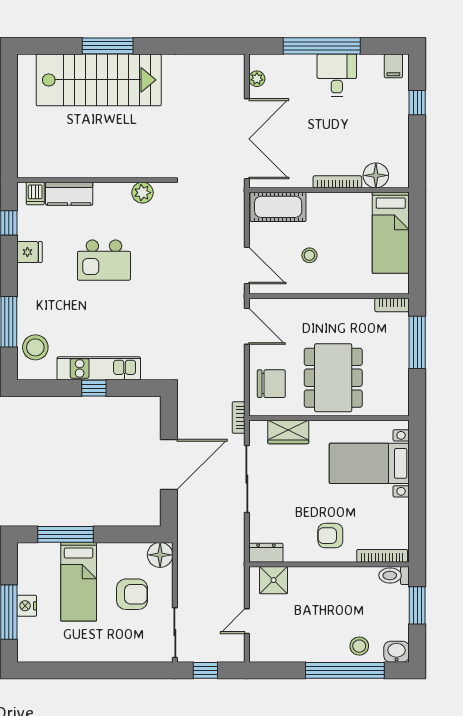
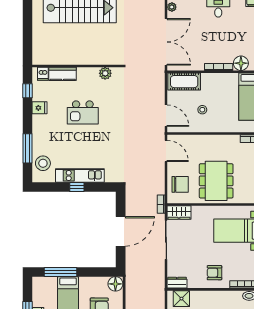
wardrobe: (288, 432) -> (179, 212), moved

